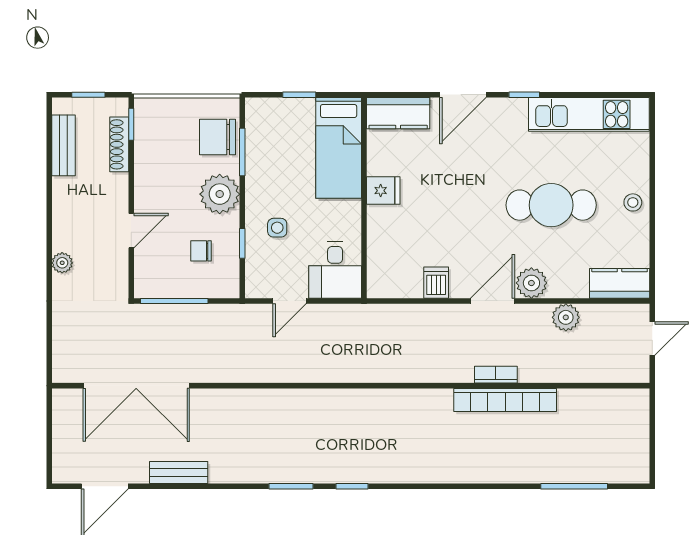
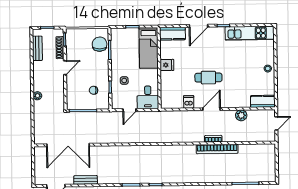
chair: (217, 137) -> (100, 44), turned 90
plant: (220, 194) -> (101, 67), removed
cafe table: (551, 205) -> (208, 78), moved, width x0.73, depth x0.74
door: (131, 231) -> (65, 68), moved
plant: (531, 283) -> (227, 102), removed

